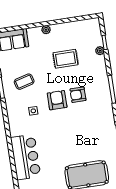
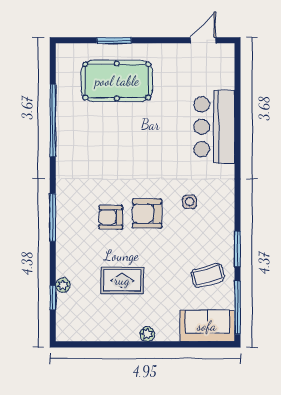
coffee table: (24, 82) -> (208, 275), moved
armchair: (78, 95) -> (111, 217), turned 180
armchair: (57, 100) -> (147, 213), turned 90

